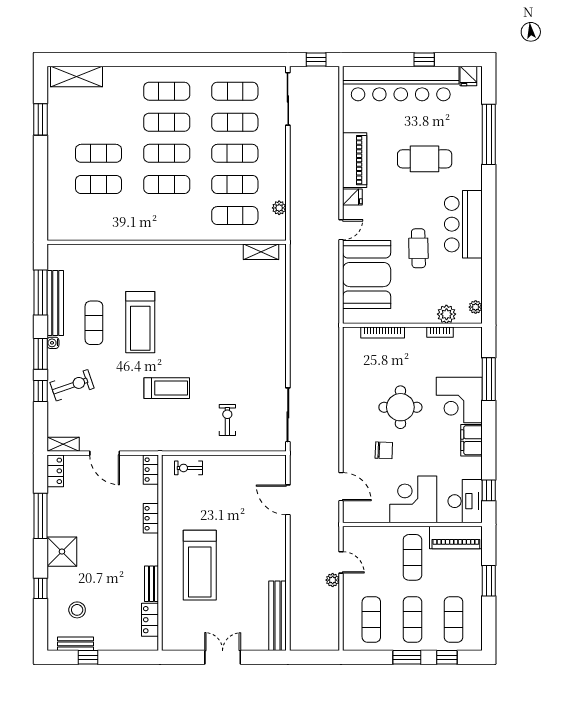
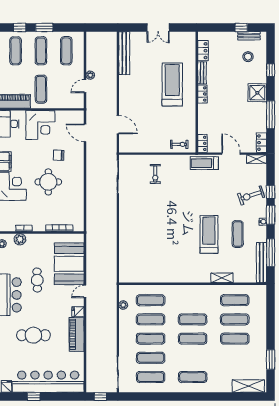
exercise mat: (167, 122) -> (235, 300), moved
shelving: (261, 252) -> (222, 278), moved
bench: (55, 303) -> (261, 263), moved
treadmill: (167, 388) -> (204, 163), moved
locker: (151, 518) -> (202, 94), moved
door: (341, 562) -> (85, 86), hinge flipped

